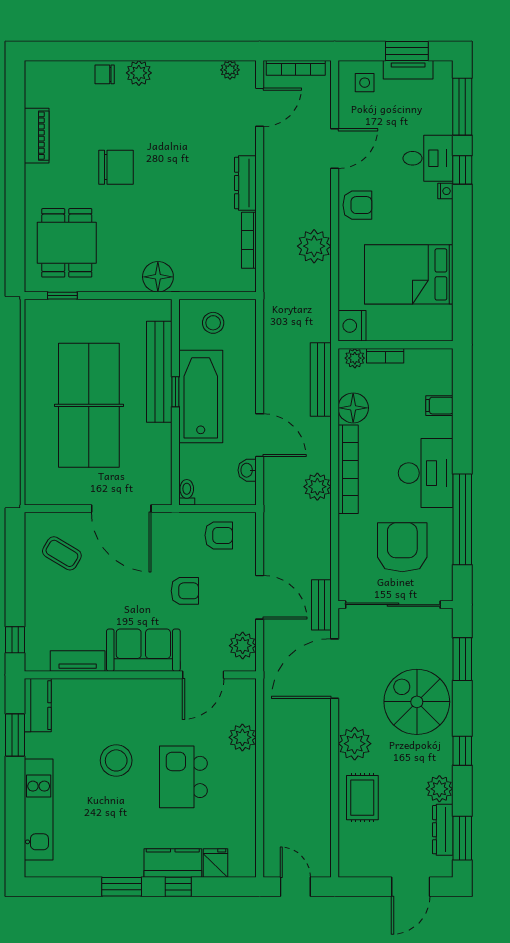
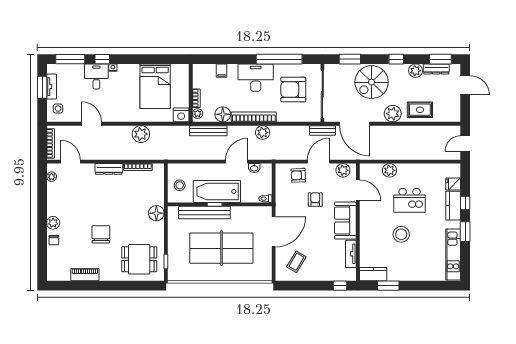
armchair: (357, 205) -> (120, 112), removed
armchair: (219, 535) -> (298, 175), moved, turned -93
kitchen unit: (39, 809) -> (453, 255), moved, turned -90

